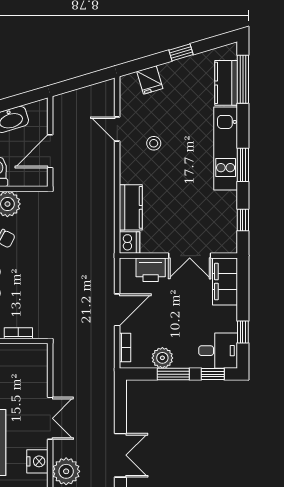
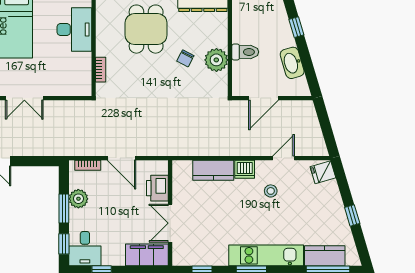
fridge: (150, 80) -> (323, 172), moved
door: (50, 151) -> (264, 98), swing flipped
dishwasher: (129, 243) -> (245, 169), moved

